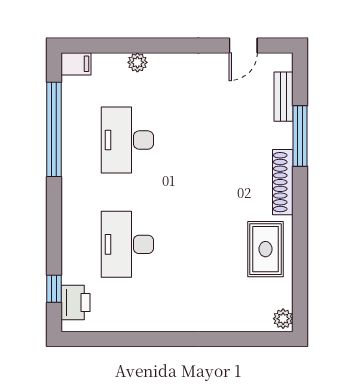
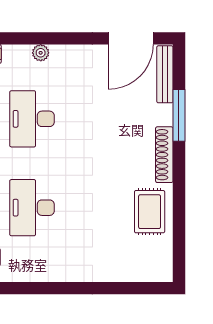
door: (243, 45) -> (131, 38), width x1.87
bench: (284, 97) -> (165, 74), width x1.36
plant: (283, 319) -> (164, 271), removed

